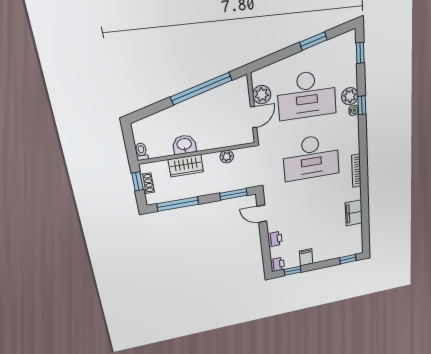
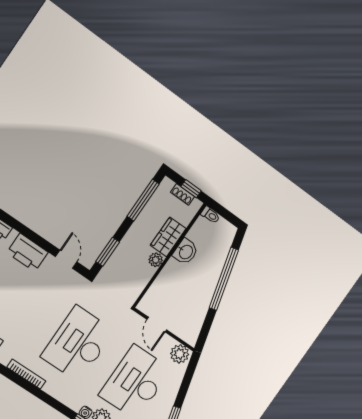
window: (201, 89) -> (224, 279), moved
plant: (262, 95) -> (180, 354), moved
plant: (227, 157) -> (156, 260), moved
door: (262, 214) -> (66, 259), hinge flipped
printer: (275, 239) -> (27, 252), width x1.87, depth x1.48

